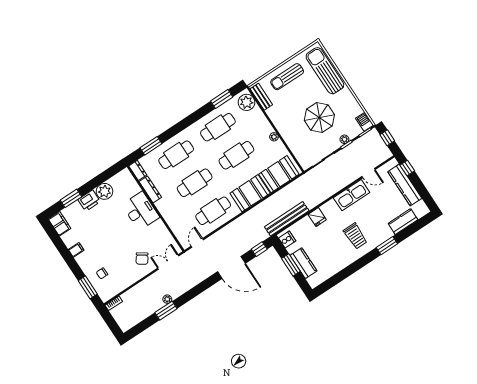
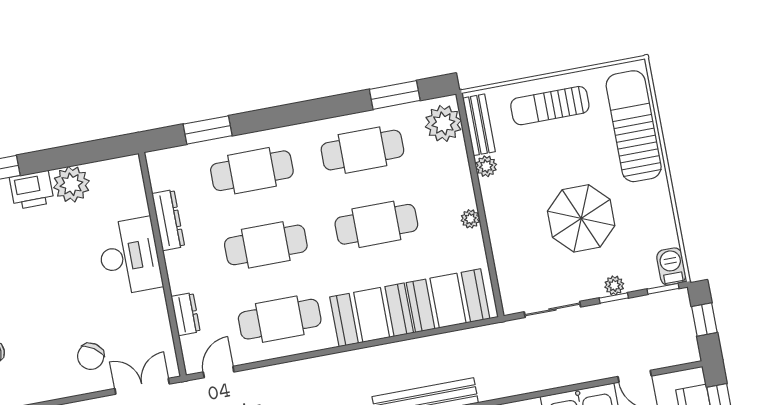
plant: (271, 113) -> (486, 166), added
dresser: (138, 170) -> (186, 314), moved

